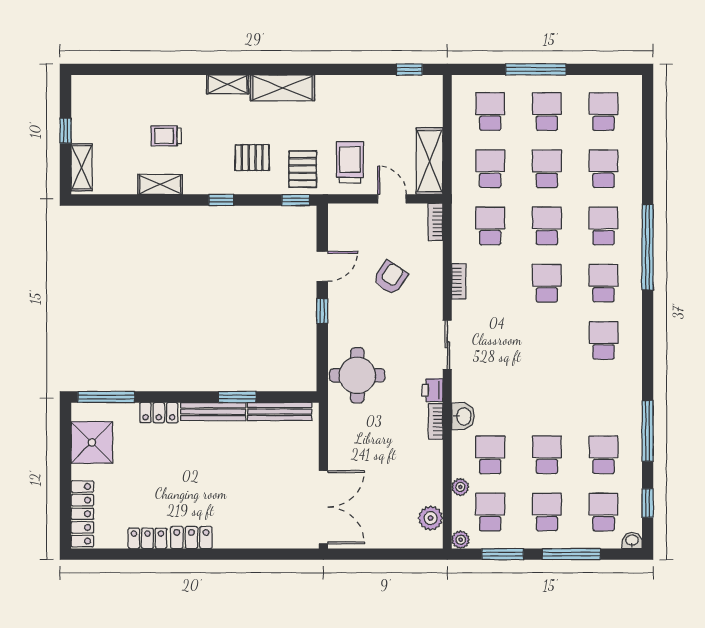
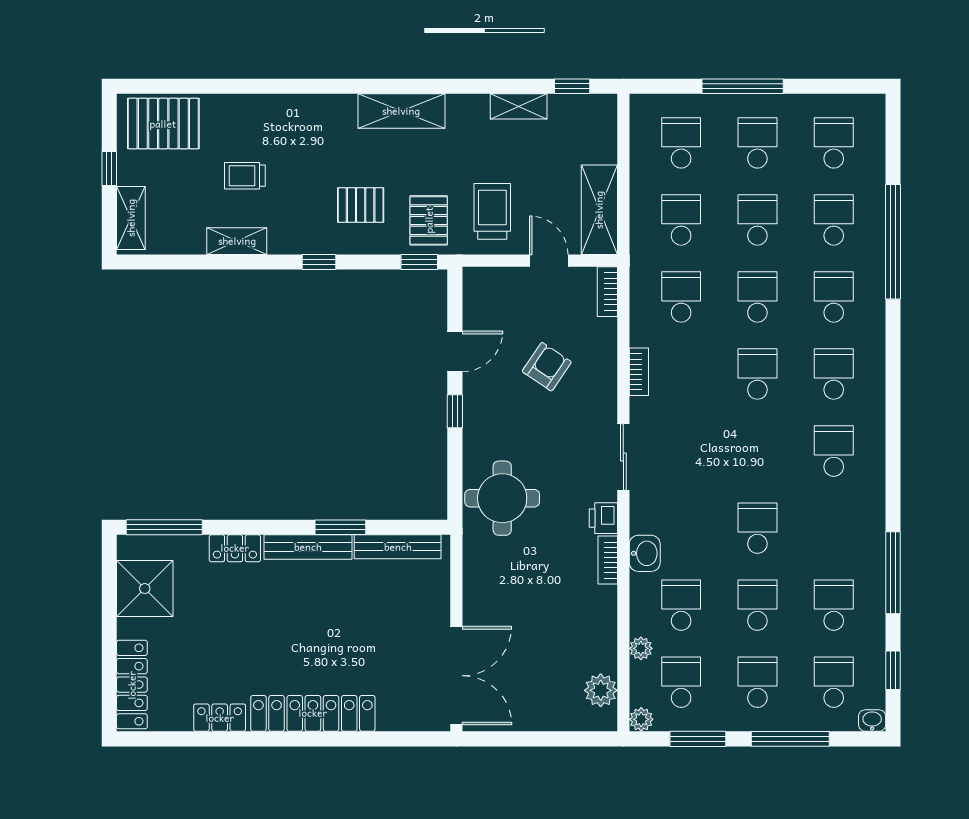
shelving: (228, 84) -> (519, 106), moved
pallet: (106, 97) -> (163, 124), added
window: (648, 247) -> (893, 242), moved
school desk: (547, 398) -> (757, 528), added
locker: (191, 538) -> (313, 713), width x2.16, depth x1.21

